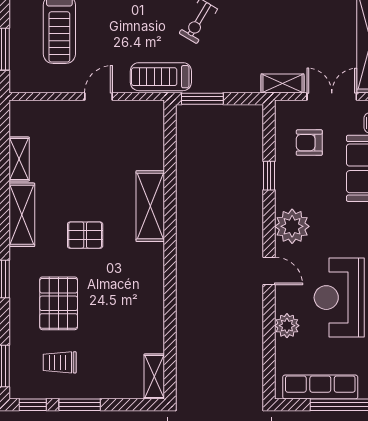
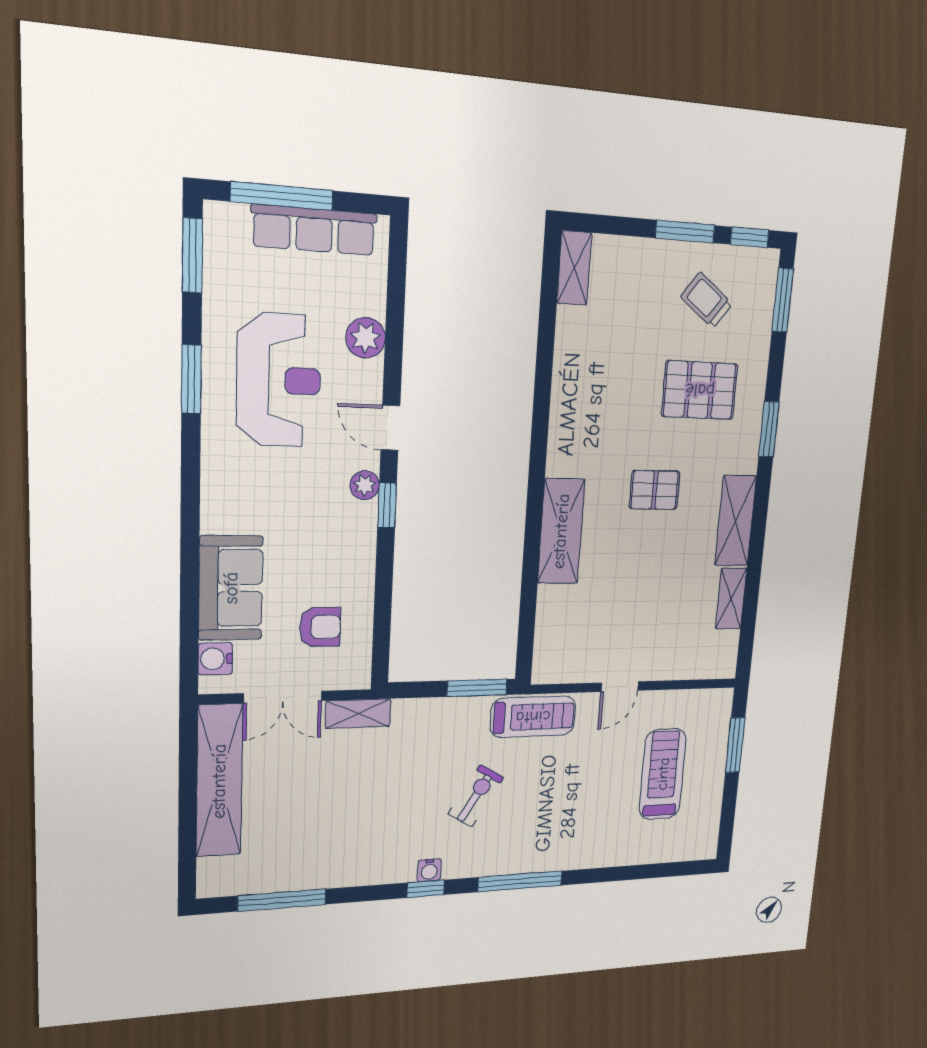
window: (269, 176) -> (387, 505), moved
plant: (292, 226) -> (365, 485), width x0.53, depth x0.53
pallet: (59, 303) -> (700, 390), turned 90
trolley: (60, 362) -> (707, 300), turned -143

